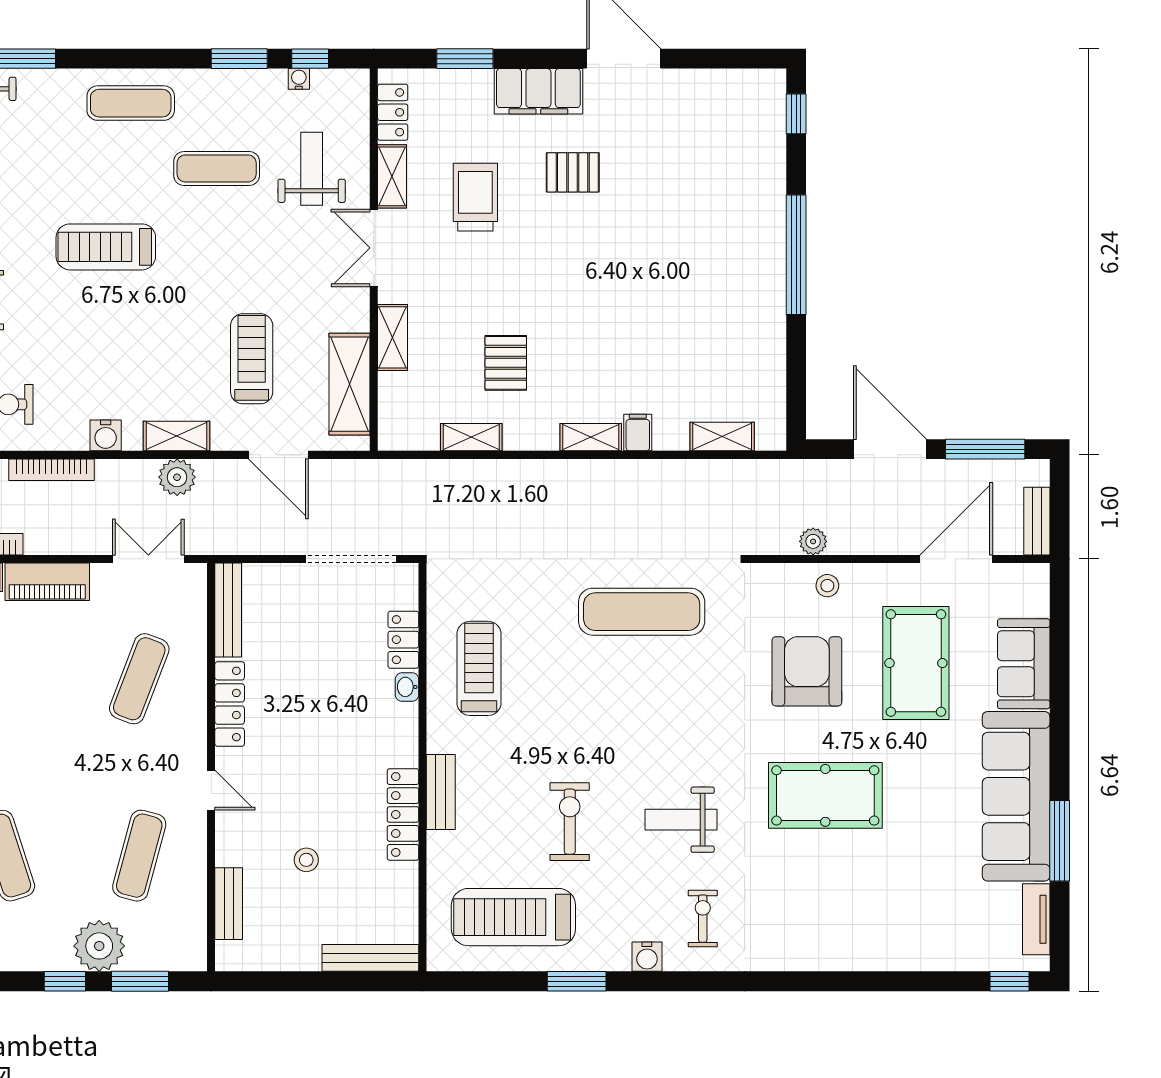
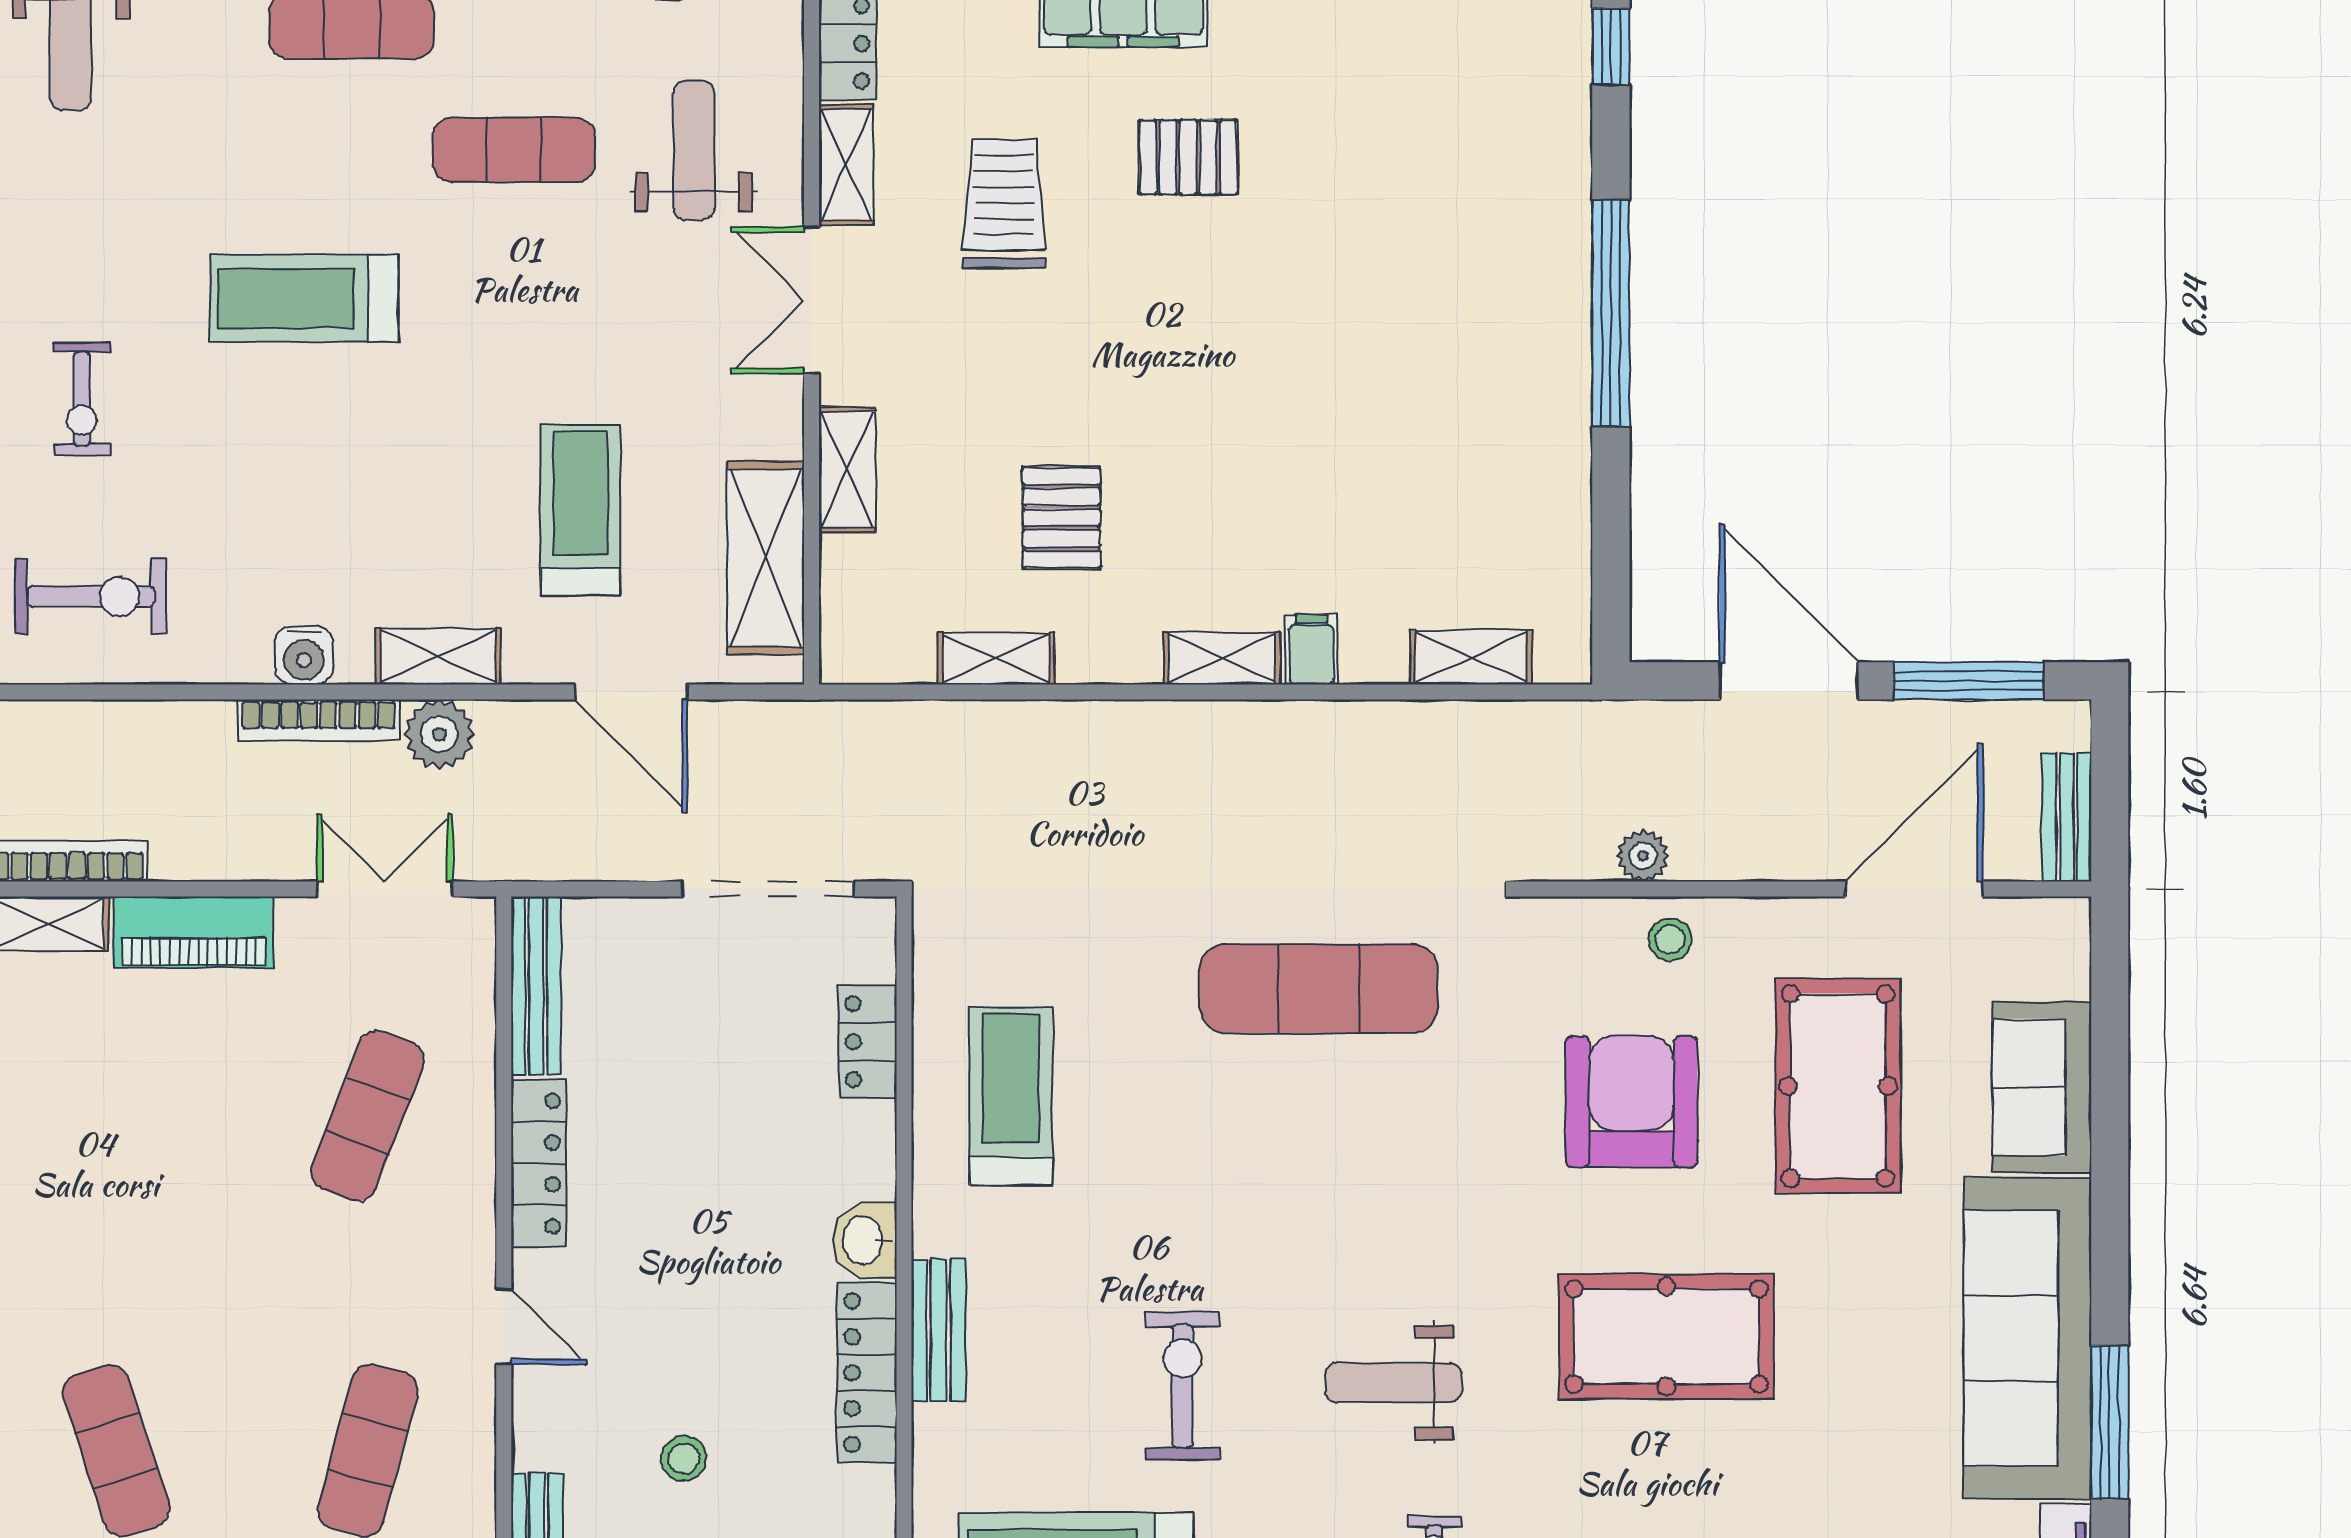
bookcase: (52, 470) -> (319, 720), moved
washbasin: (407, 687) -> (865, 1240), moved, width x1.38, depth x1.45

